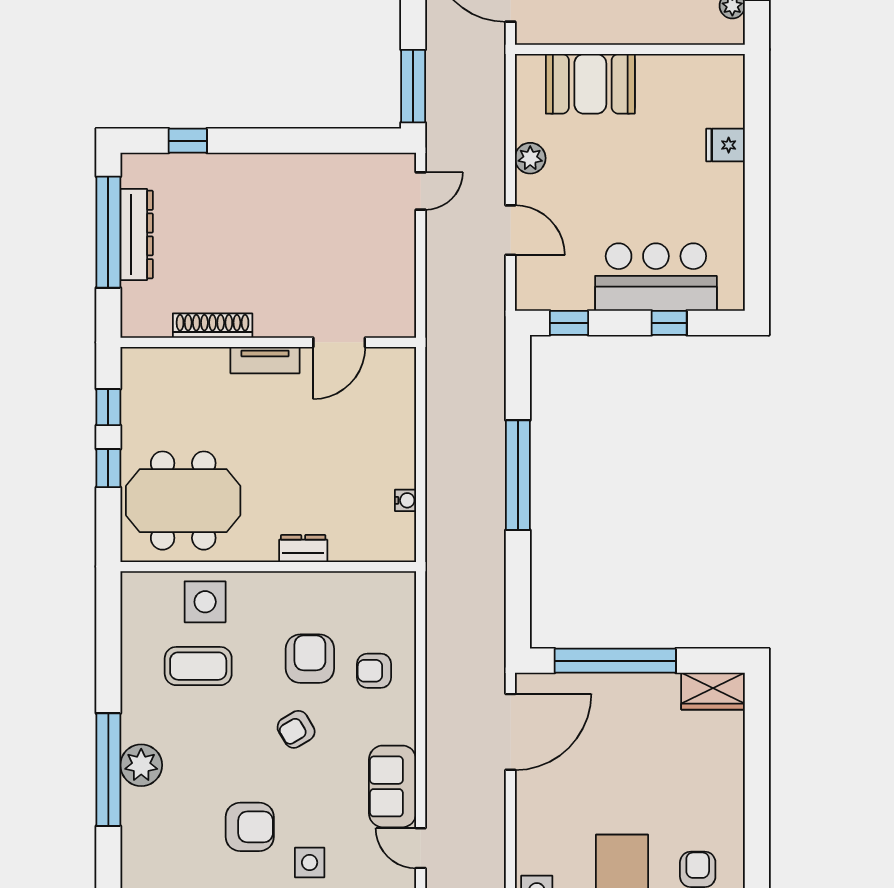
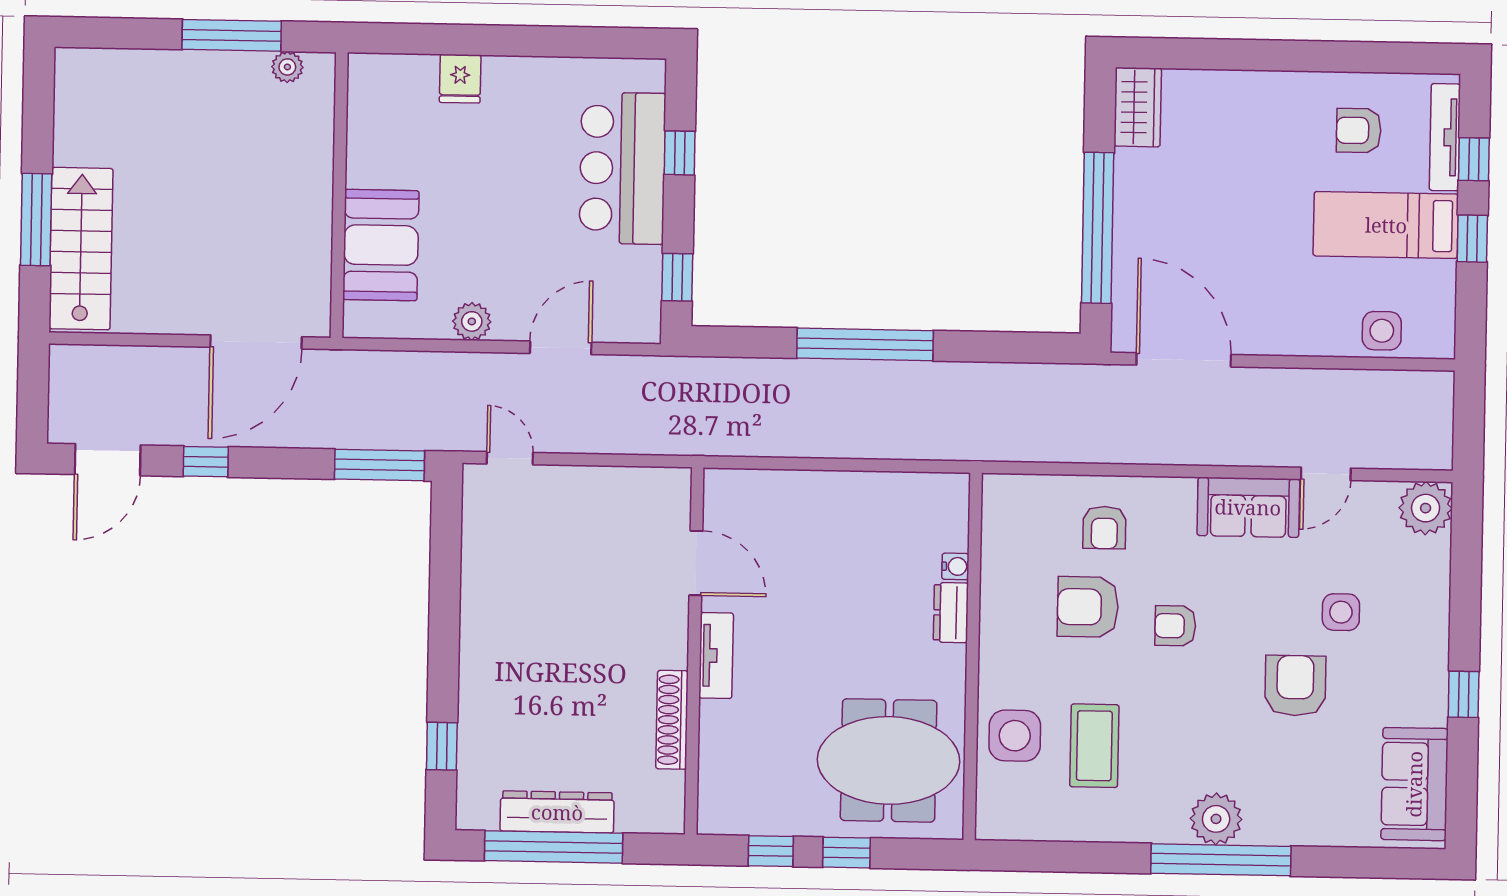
water cooler: (406, 500) -> (955, 566), moved, turned 90
meeting table: (183, 501) -> (889, 760), turned 90
armchair: (296, 729) -> (1175, 626), turned 121

